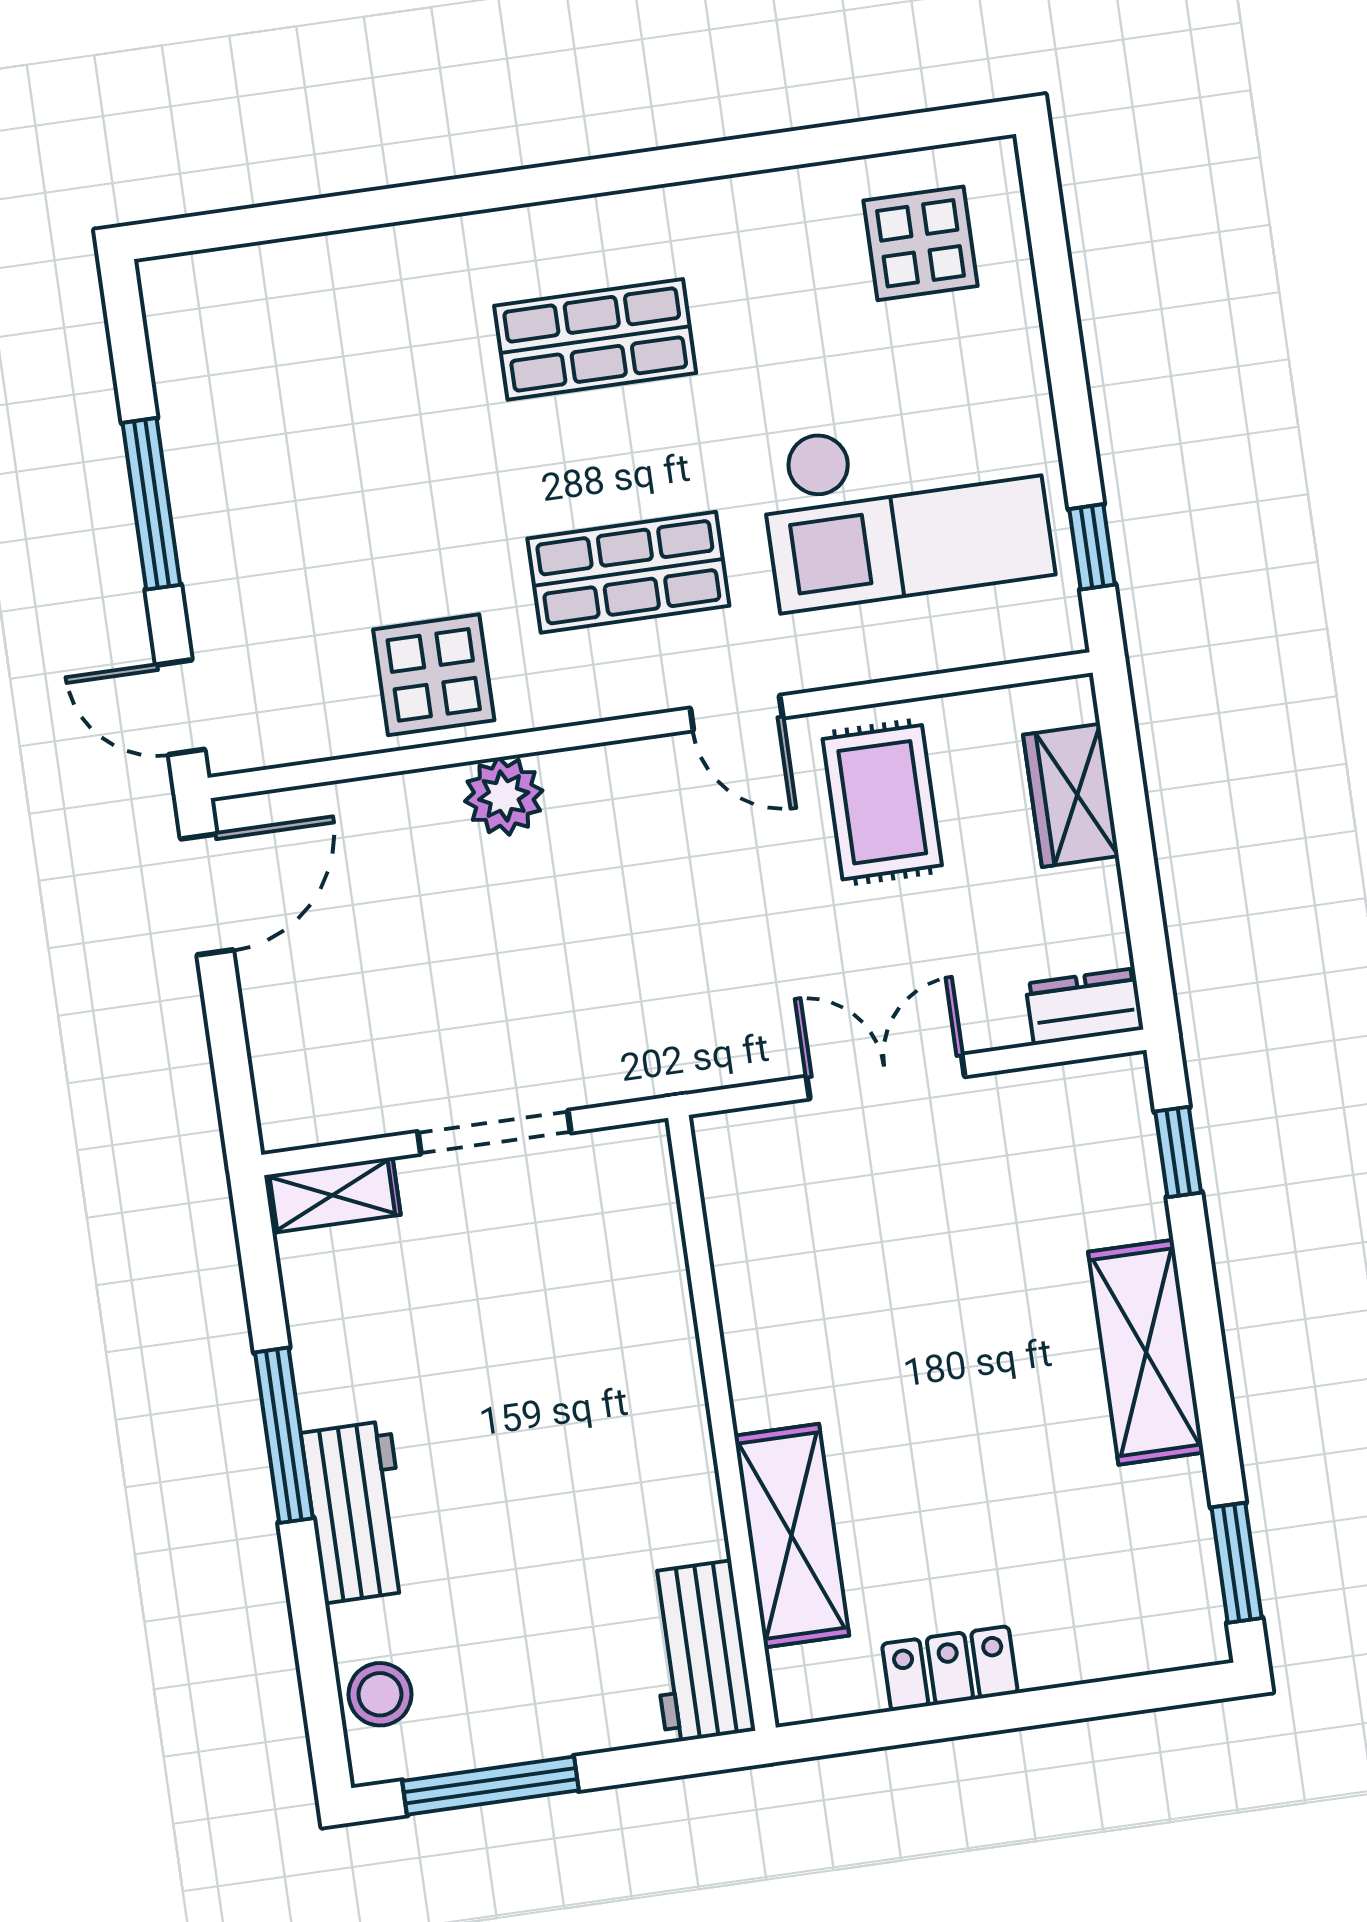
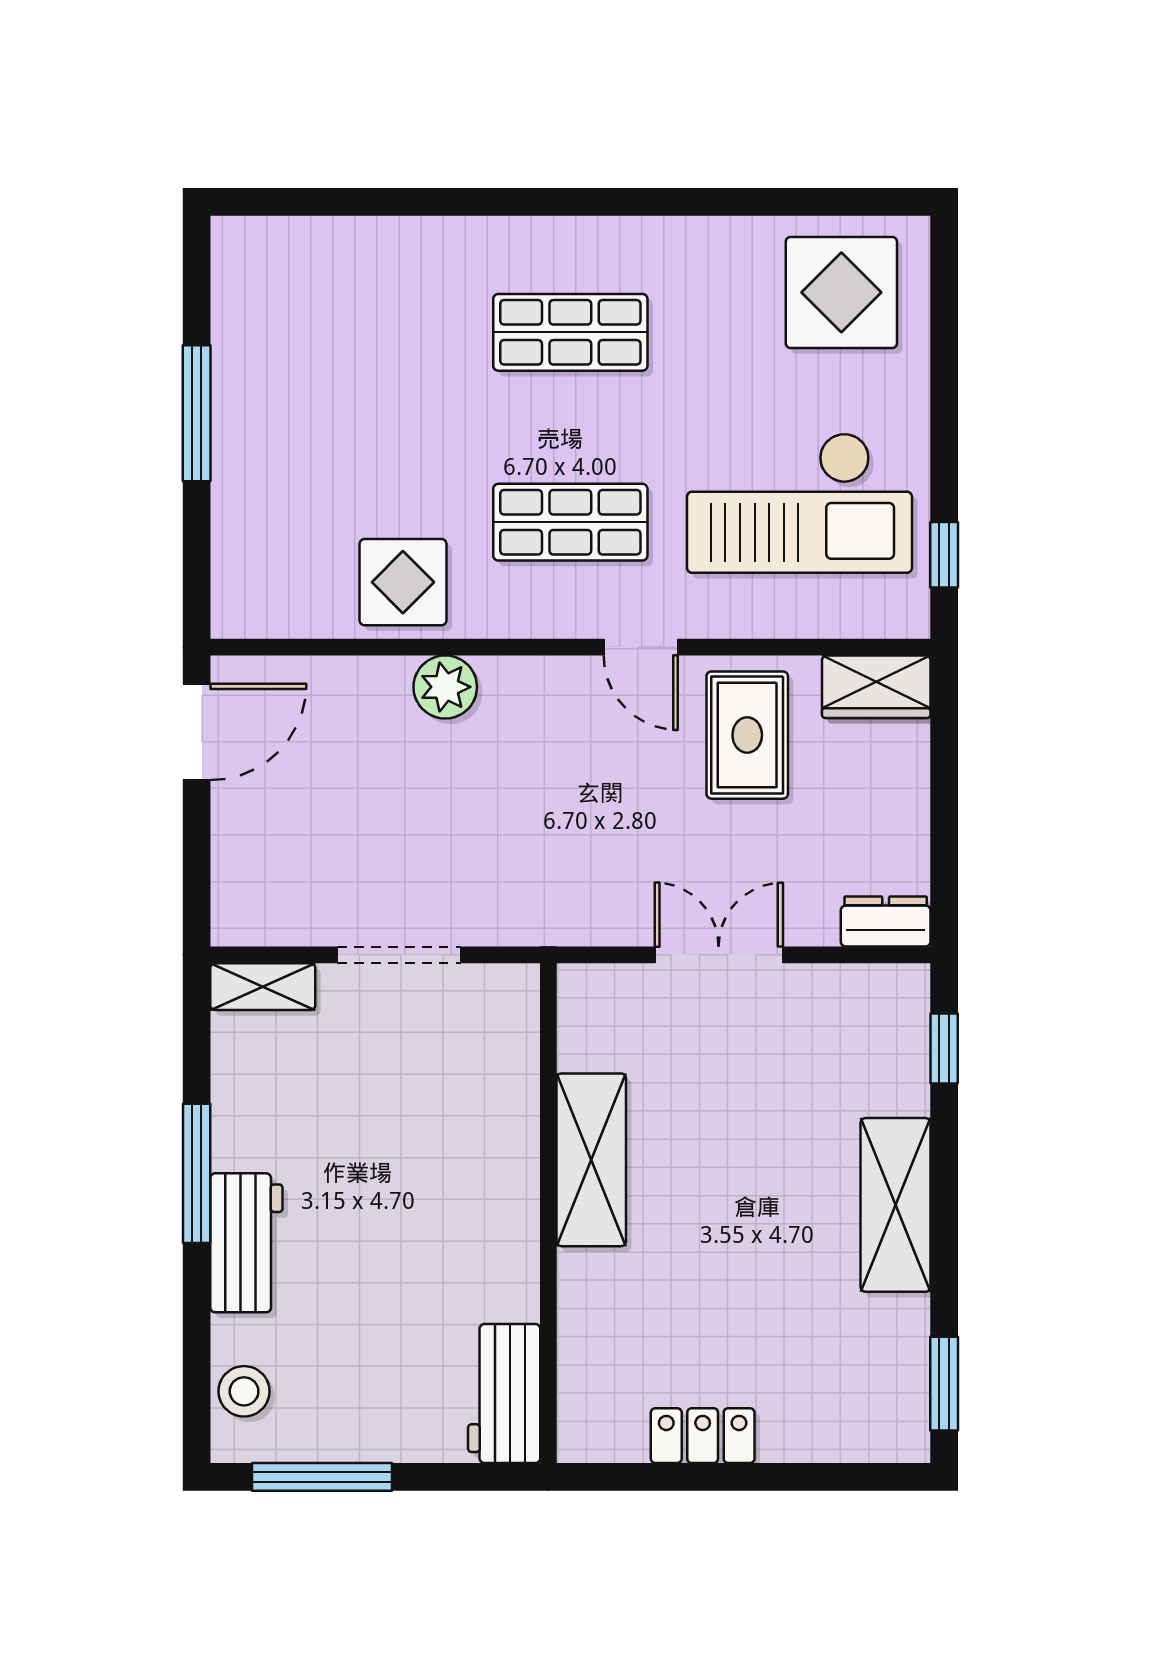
display table: (920, 243) -> (841, 292), width x1.36, depth x1.36
door: (180, 707) -> (197, 579), removed
wardrobe: (1071, 795) -> (876, 687), moved, turned -90
shelving: (792, 1536) -> (591, 1160), moved

